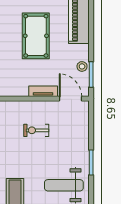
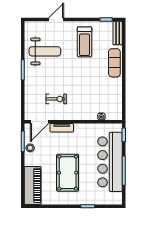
door: (70, 99) -> (39, 122), hinge flipped
exercise bike: (36, 130) -> (56, 99), moved

